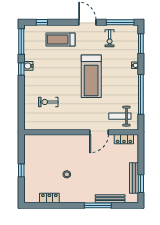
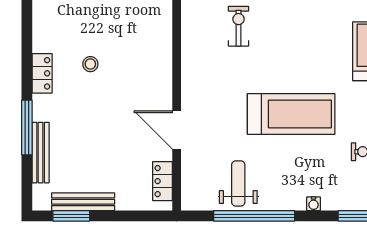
treadmill: (91, 76) -> (291, 114), turned 180
weight bench: (120, 116) -> (238, 183), moved
locker: (49, 198) -> (42, 73), moved

